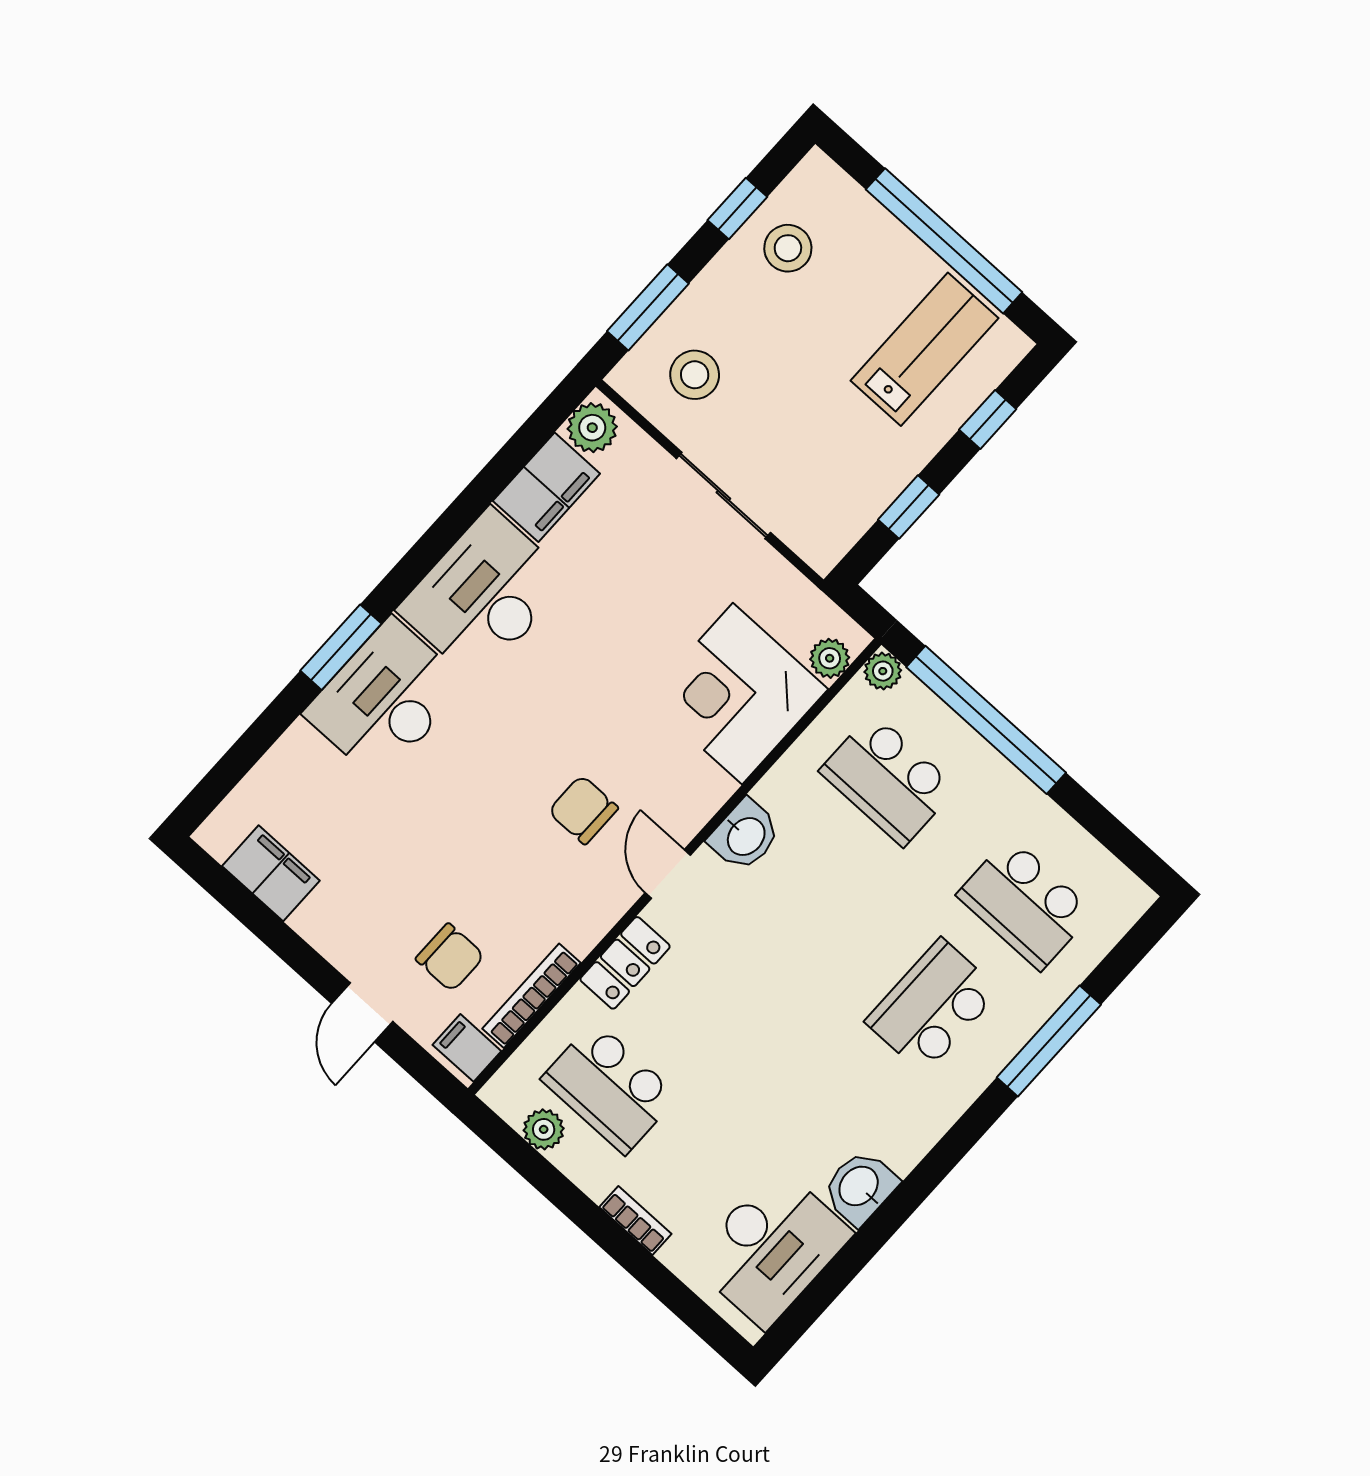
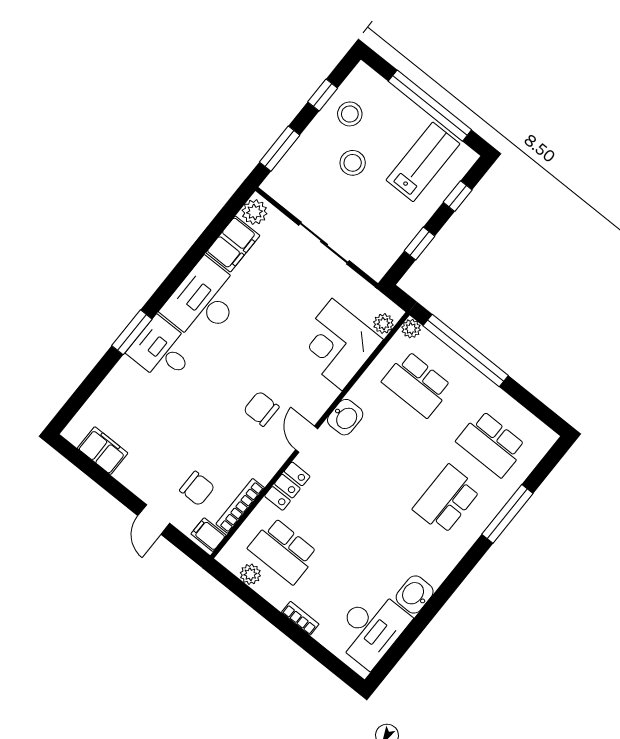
stool: (695, 375) -> (353, 163), moved
desk: (385, 699) -> (162, 350), width x0.73

